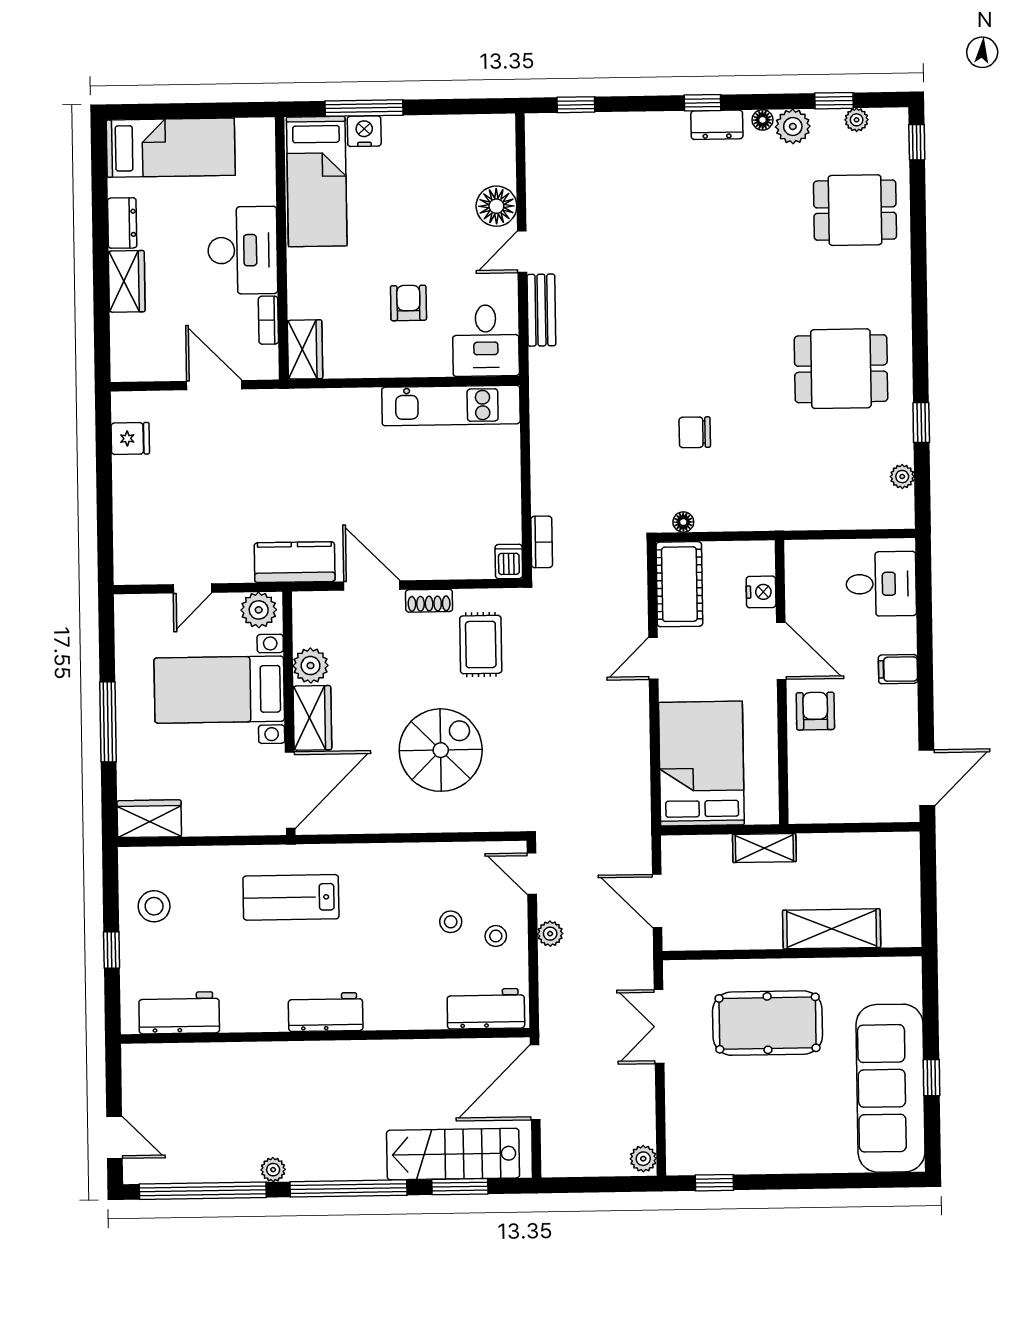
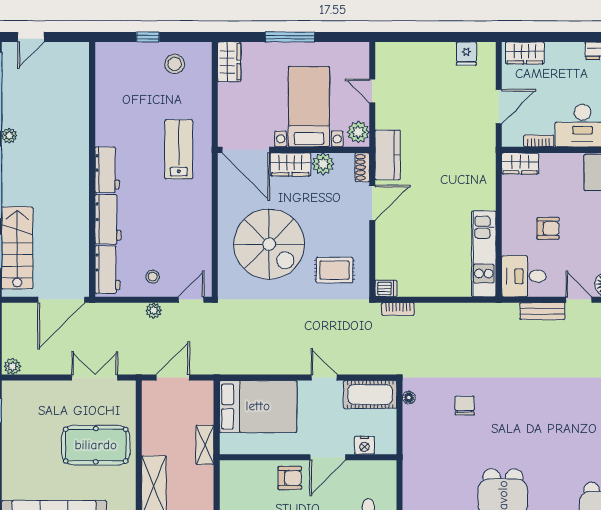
wardrobe: (127, 281) -> (525, 53), moved
shoe rack: (429, 601) -> (362, 167), moved
spiral stairs: (441, 750) -> (269, 244), width x1.37, depth x1.37
stool: (451, 922) -> (162, 249), removed
workbench: (179, 1013) -> (108, 219), moved
pool table: (768, 1023) -> (96, 445), turned 90
door: (535, 1082) -> (61, 300), swing flipped

